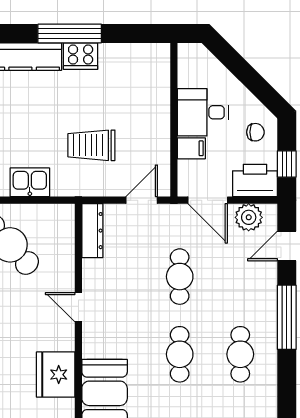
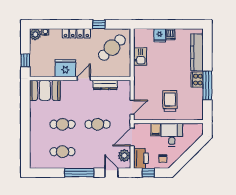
window: (70, 34) -> (207, 85), moved
trolley: (91, 145) -> (170, 101), moved
door: (142, 200) -> (132, 107), hinge flipped
dresser: (92, 231) -> (105, 85), moved
fridge: (56, 375) -> (65, 68), moved

